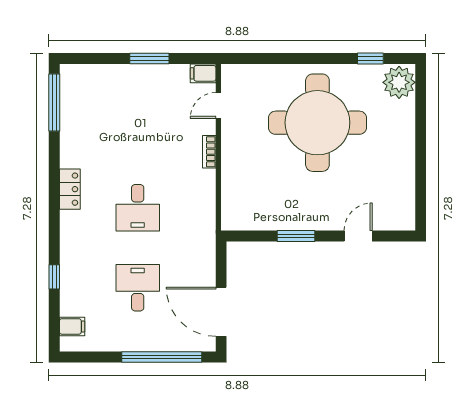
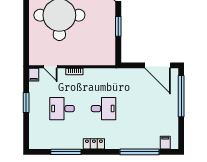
window: (54, 102) -> (66, 152), moved
window: (54, 277) -> (139, 152), width x3.17
desk: (138, 288) -> (62, 109), moved
door: (221, 312) -> (158, 65), hinge flipped

